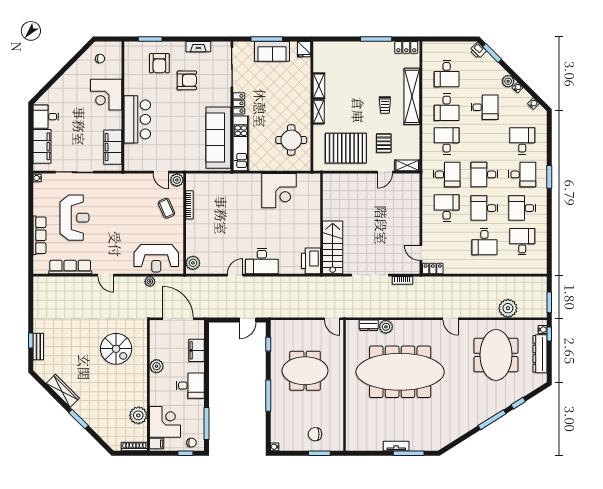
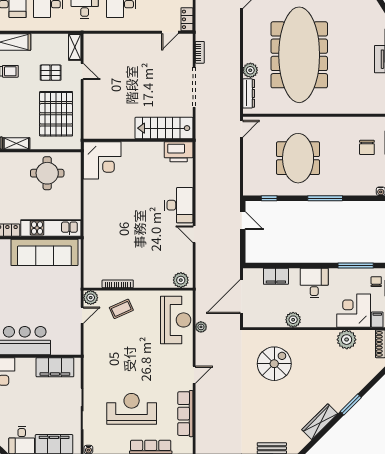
corner desk: (279, 191) -> (102, 160), moved, turned 90
dresser: (369, 325) -> (249, 93), width x1.44

